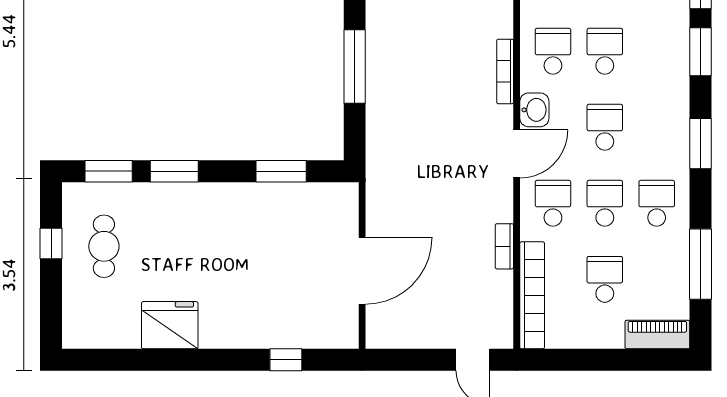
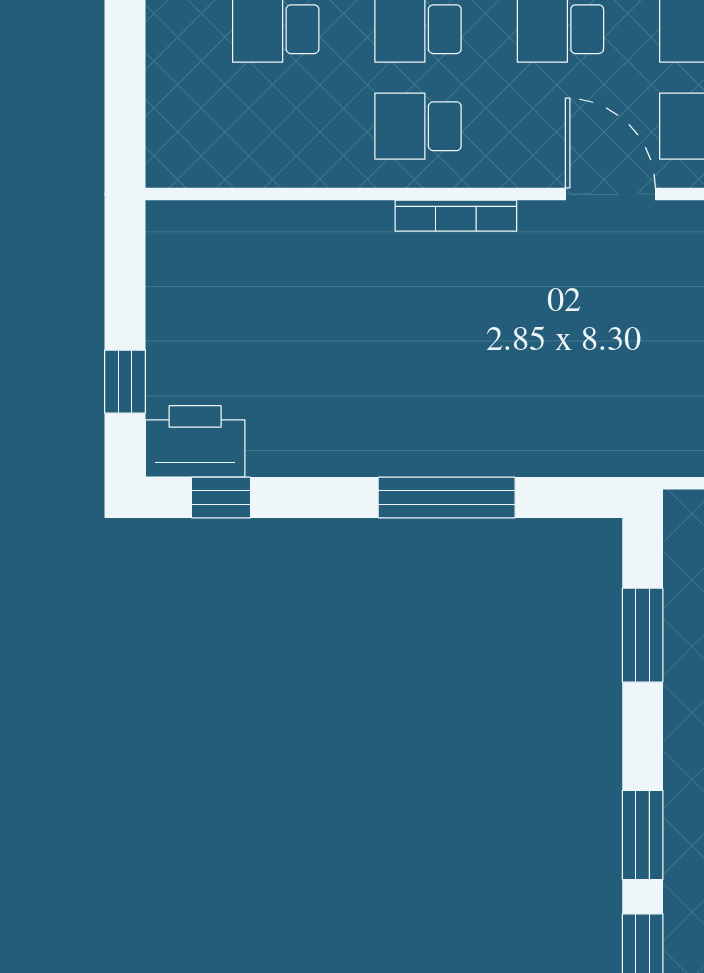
washbasin: (534, 110) -> (528, 161), removed

